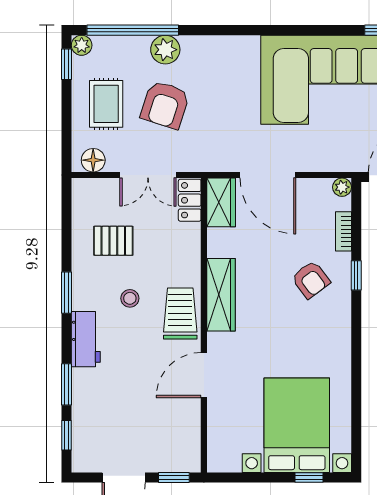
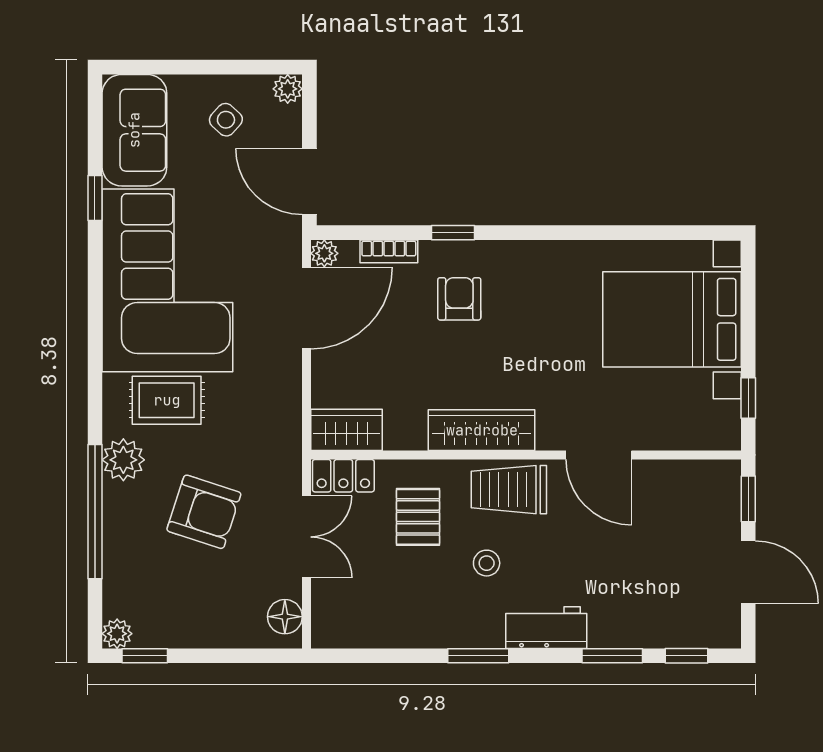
window: (133, 30) -> (95, 512), moved
plant: (165, 50) -> (123, 460), moved
rug: (106, 104) -> (167, 400), moved
door: (268, 175) -> (306, 308), moved
pallet: (113, 241) -> (418, 517), moved
armchair: (311, 280) -> (459, 299), turned -53
window: (309, 478) -> (748, 398), moved

